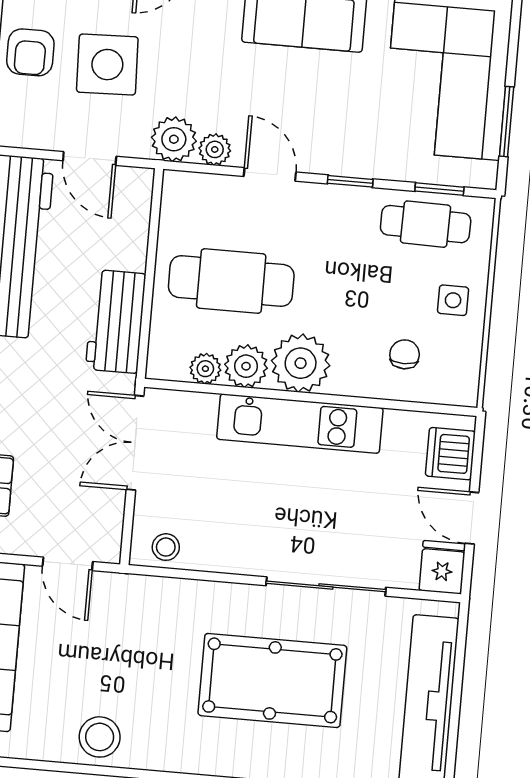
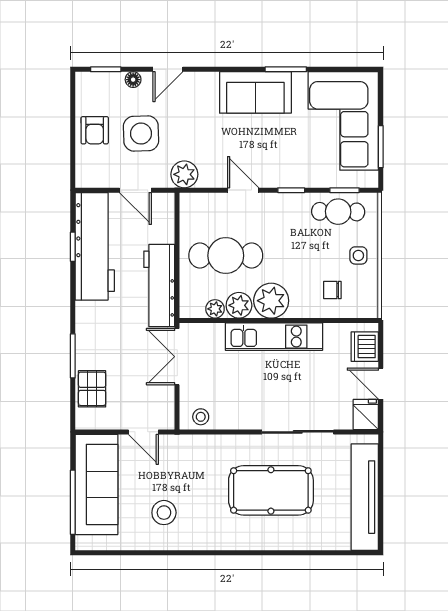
plant: (215, 149) -> (209, 178), removed
workbench: (116, 321) -> (159, 286), width x1.37
chair: (405, 354) -> (332, 290), turned -90
stool: (100, 737) -> (164, 513), moved

